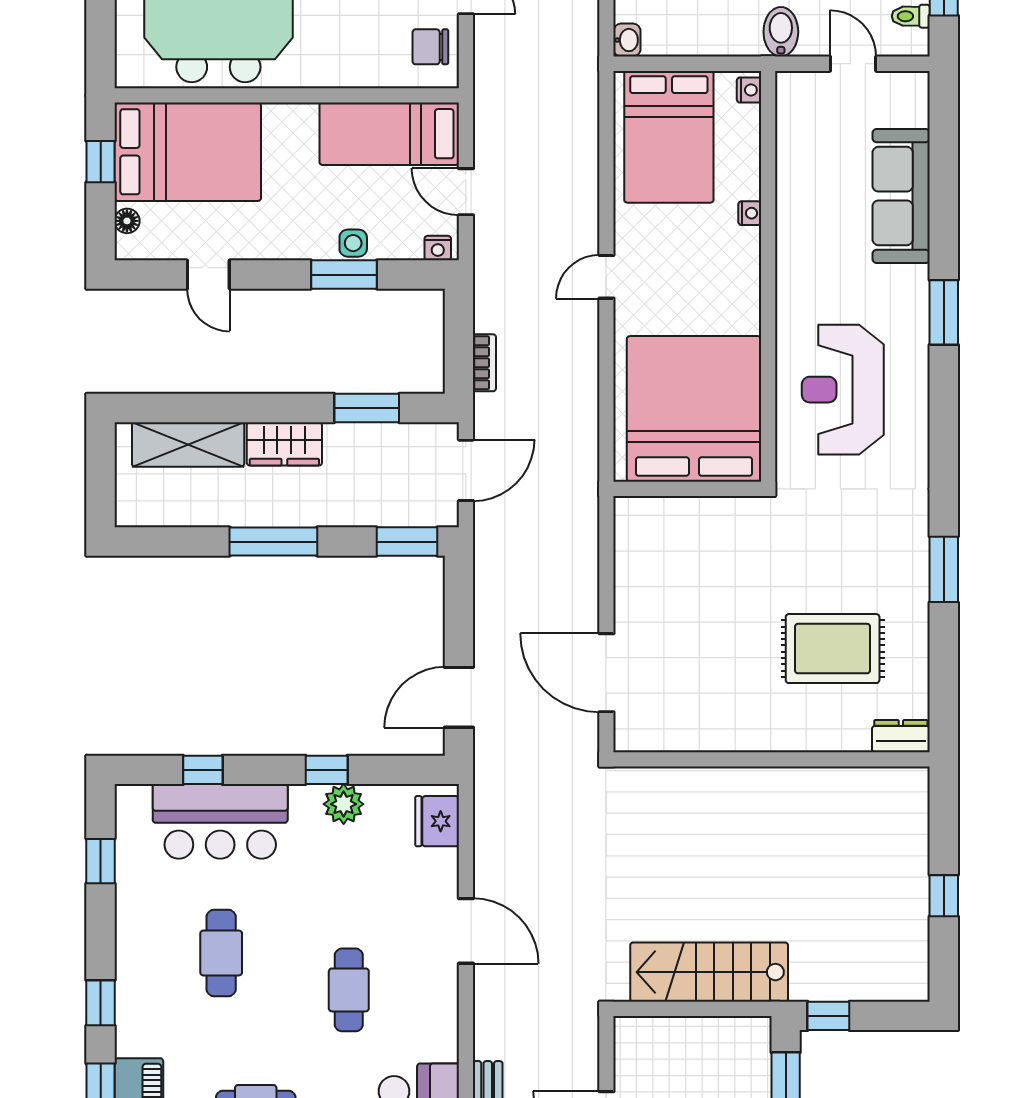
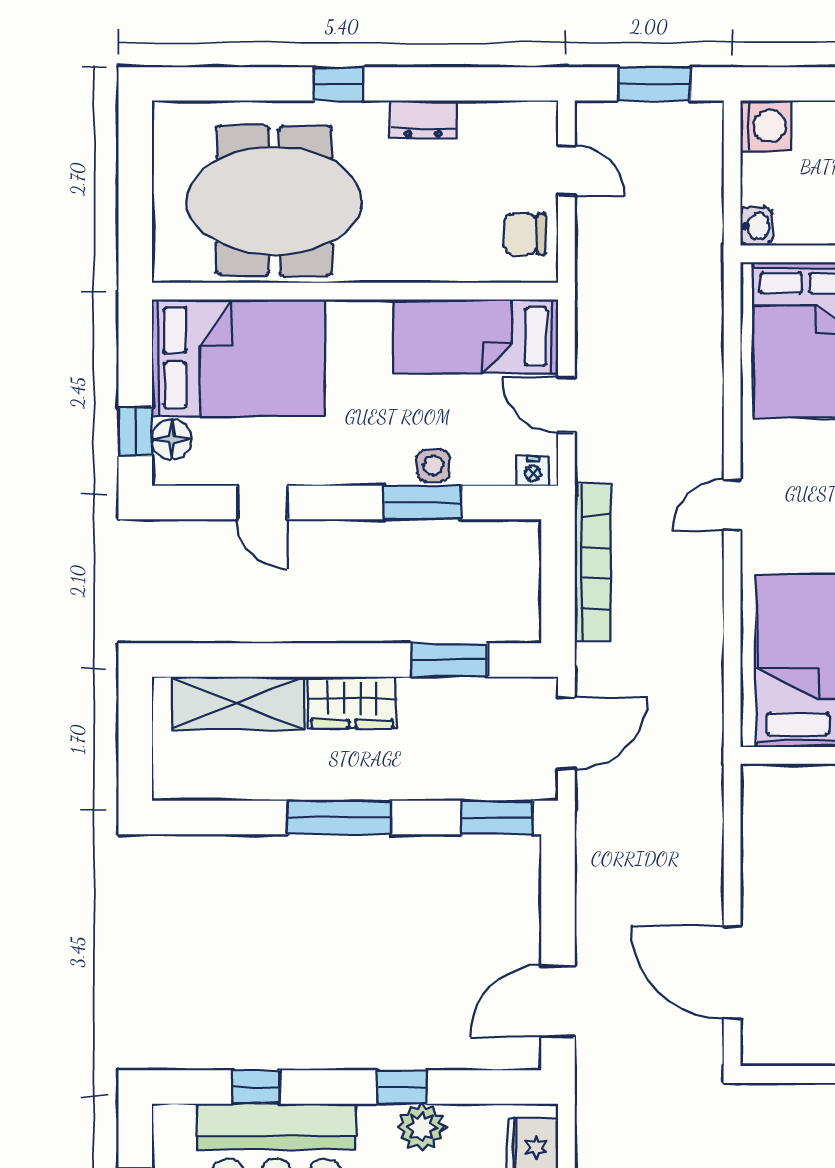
window: (101, 162) -> (135, 432), moved
floor lamp: (127, 221) -> (172, 439), width x1.37, depth x1.37
bookcase: (484, 363) -> (592, 562), width x2.31, depth x1.31

